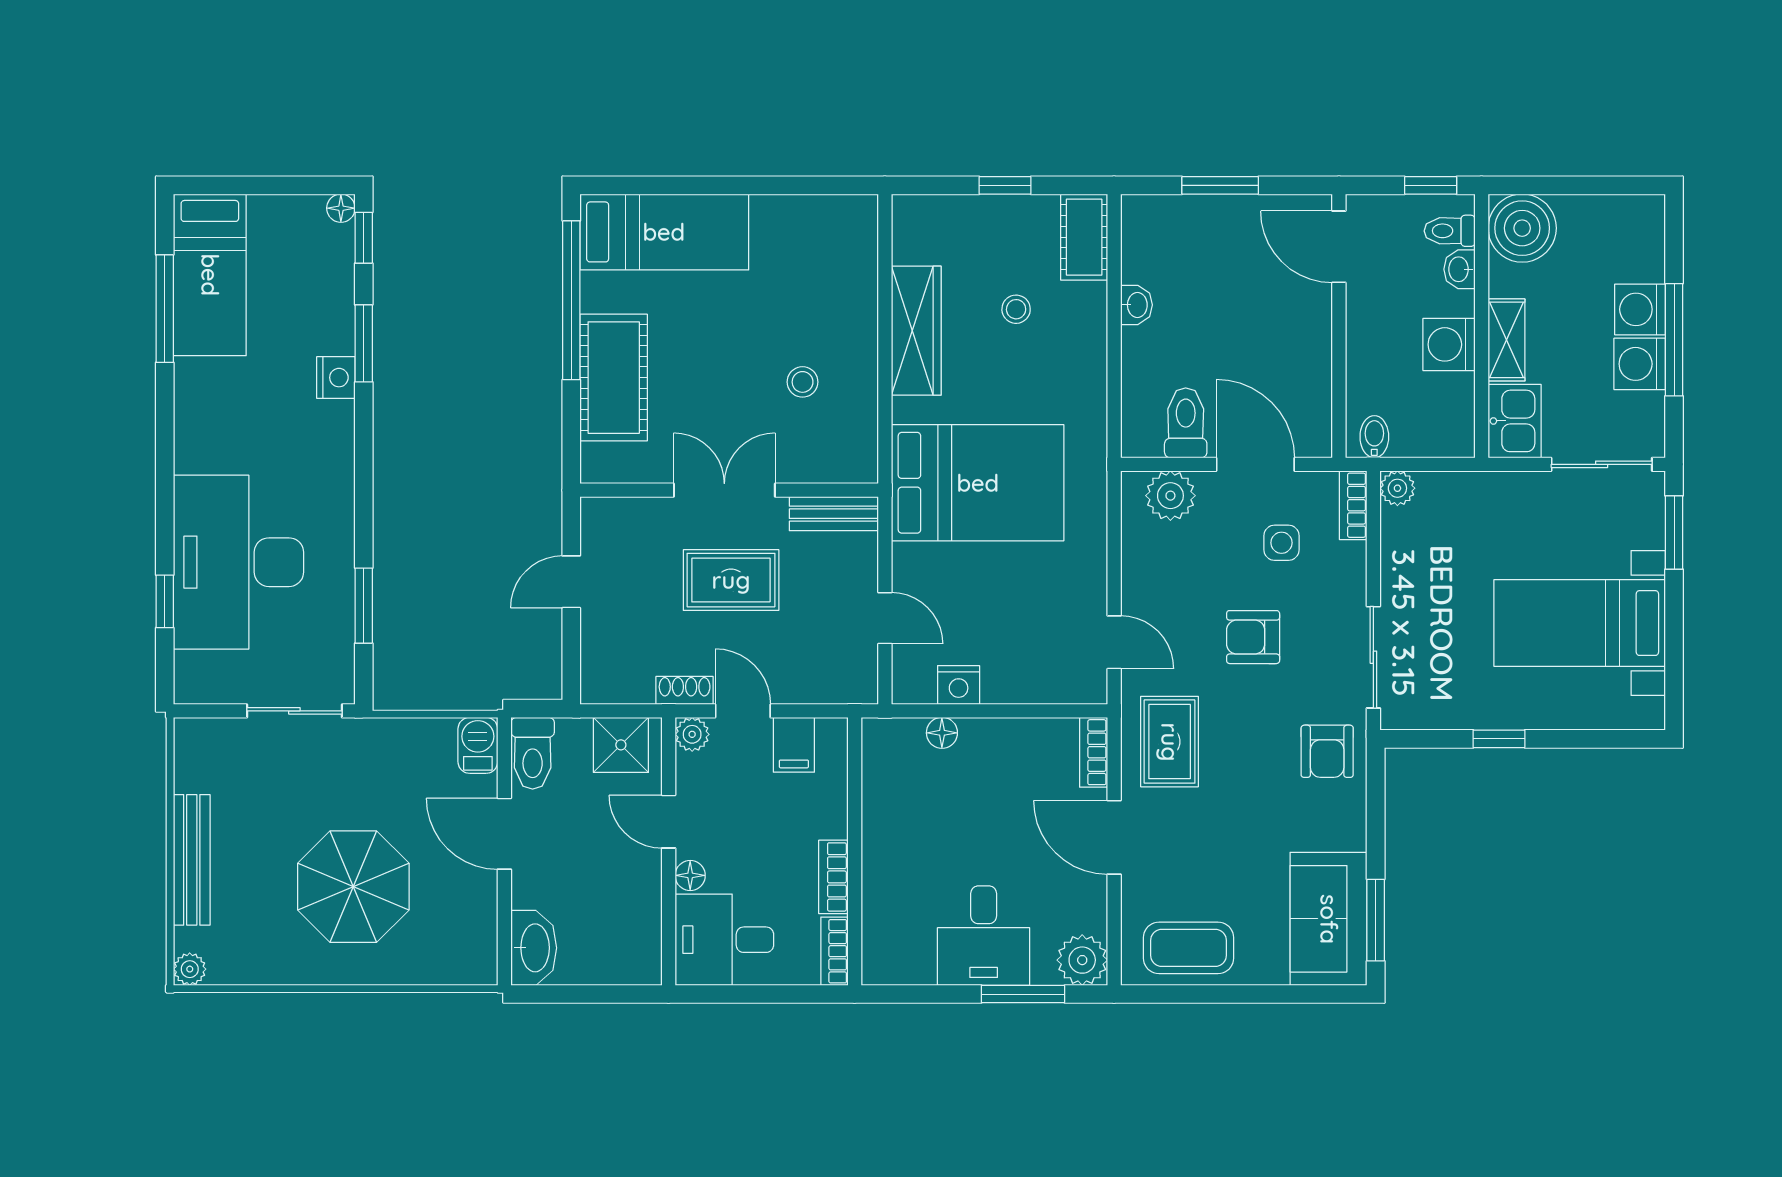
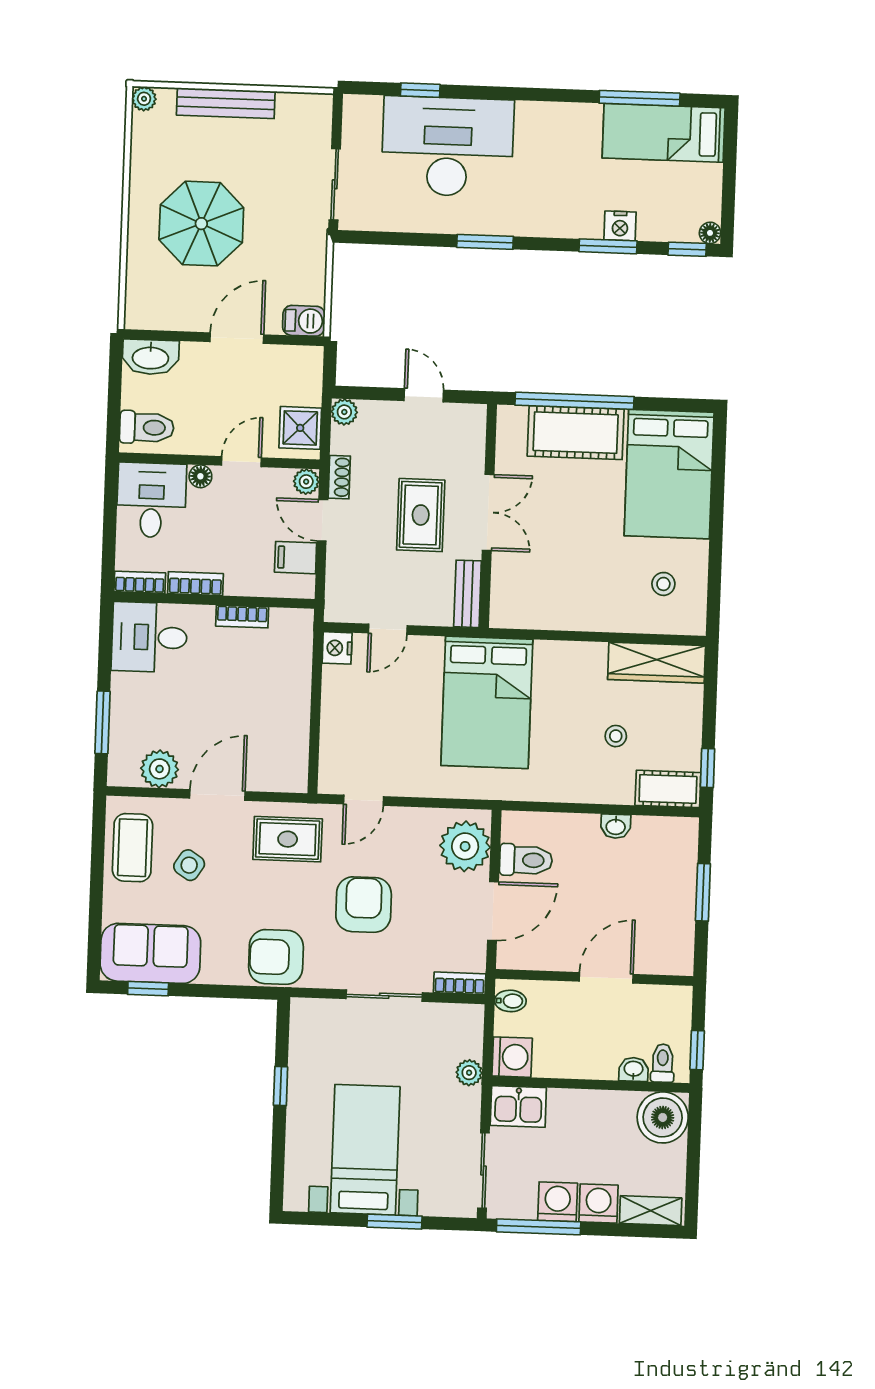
window: (1005, 185) -> (708, 768), moved
bed: (664, 232) -> (669, 474), width x1.50
door: (1339, 247) -> (606, 978), moved
window: (571, 300) -> (574, 401), moved
wardrobe: (916, 331) -> (657, 663), moved
shelving: (1507, 340) -> (651, 1211), moved
window: (1674, 340) -> (539, 1227), moved
washing machine: (1449, 344) -> (512, 1057), moved, turned 90
nightstand: (336, 378) -> (620, 226), moved
stool: (803, 382) -> (663, 584), moved
plant: (1397, 488) -> (469, 1073), moved
plant: (1170, 496) -> (465, 846), width x1.36, depth x1.36
window: (1674, 532) -> (395, 1222), moved
side table: (1281, 543) -> (189, 865), moved, turned 33
window: (364, 606) -> (485, 242), moved
armchair: (1253, 637) -> (364, 905), width x1.38, depth x1.38
sliding door: (1373, 657) -> (384, 996), moved
nightstand: (959, 685) -> (337, 648), moved
plant: (597, 687) -> (344, 412), added
door: (743, 711) -> (322, 520), swing flipped
floor lamp: (942, 733) -> (300, 669), removed
armchair: (1327, 751) -> (276, 957), width x1.38, depth x1.38
bookcase: (1094, 752) -> (242, 617), moved, turned 180
toilet: (533, 753) -> (147, 427), moved, turned 180
window: (1376, 920) -> (148, 989), width x0.67
desk: (984, 936) -> (149, 637), moved
plant: (1082, 960) -> (160, 769), moved

